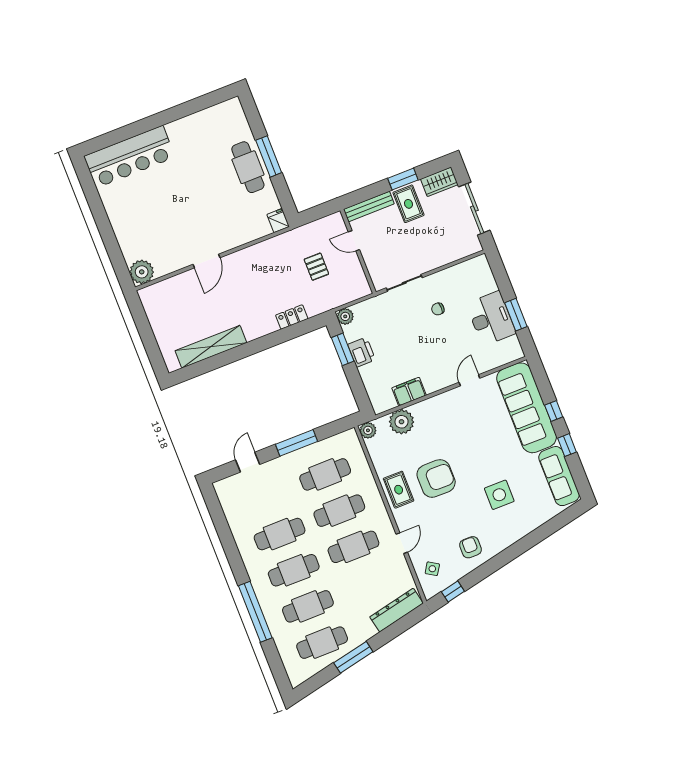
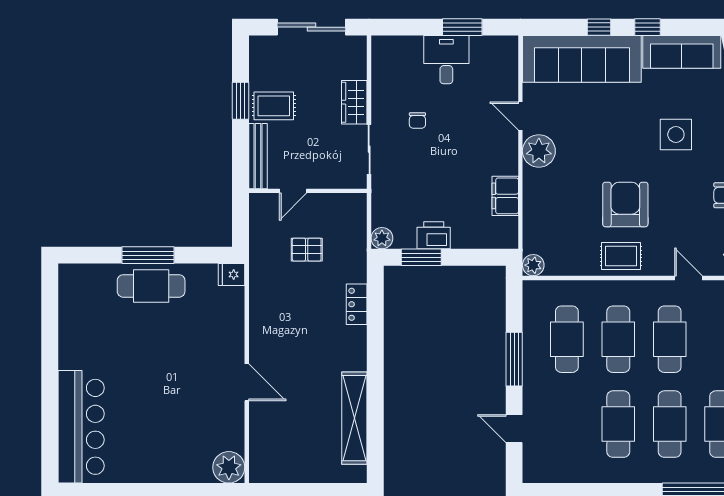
wardrobe: (439, 182) -> (354, 102), moved, turned 180
desk: (491, 318) -> (446, 60), width x0.73
plant: (402, 422) -> (539, 151), moved

